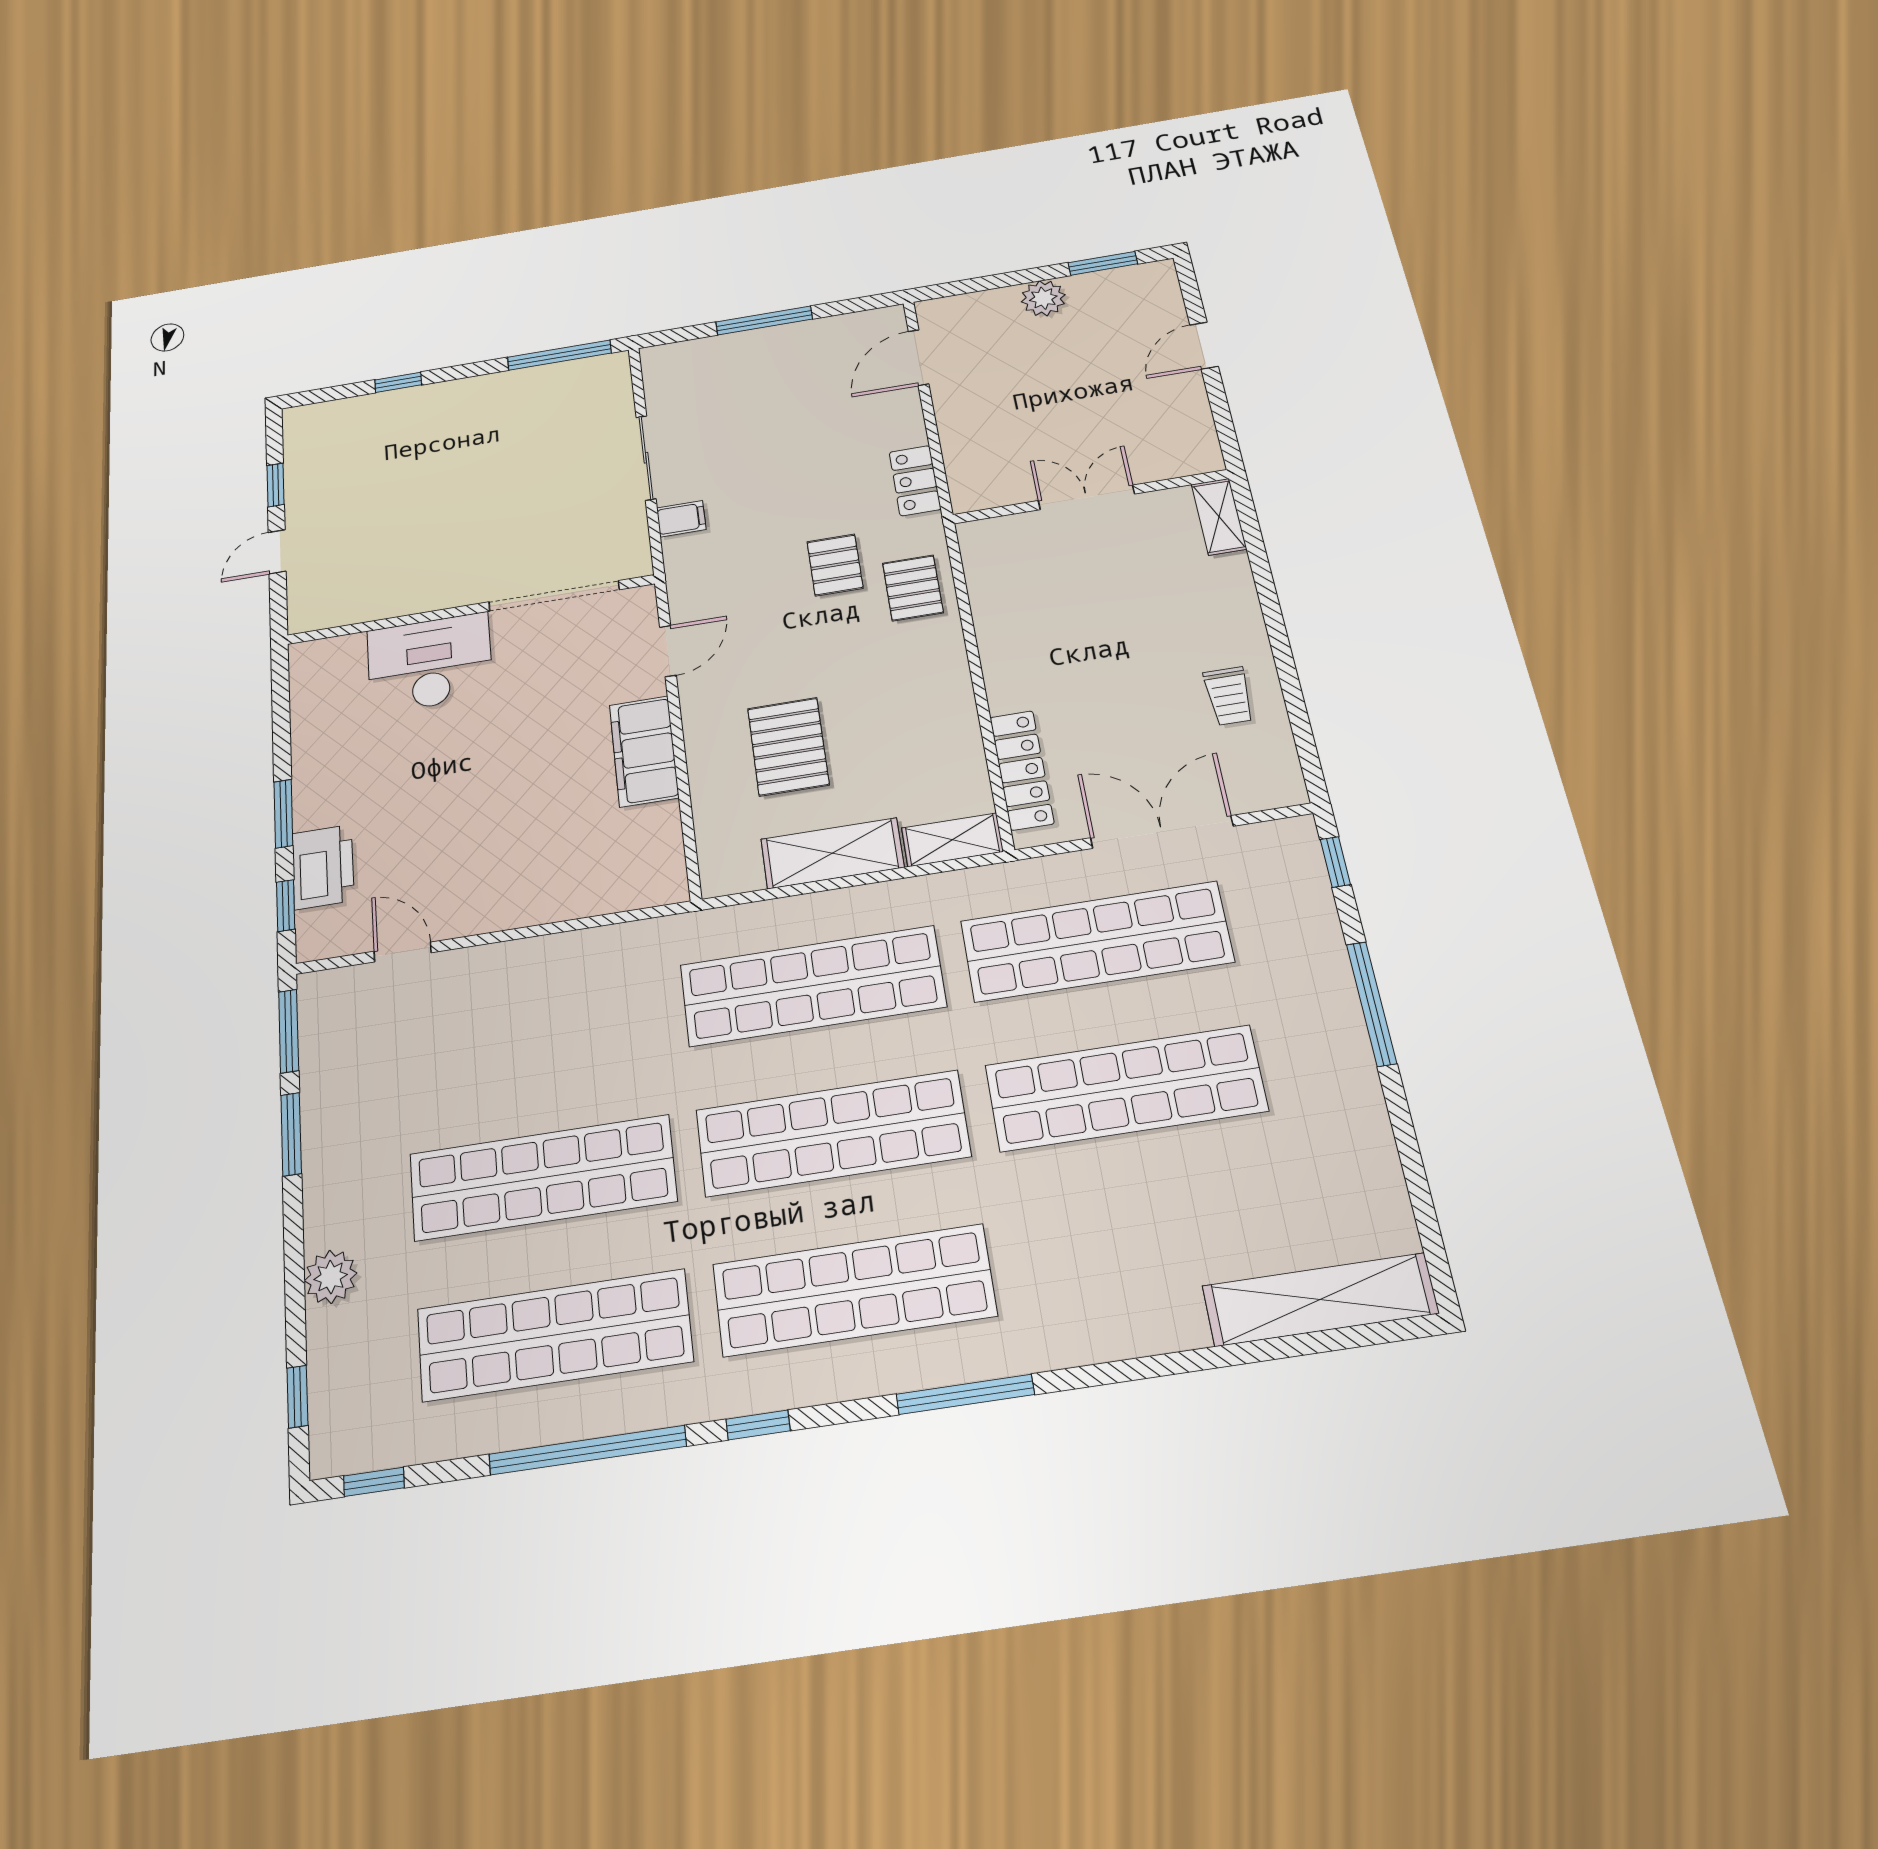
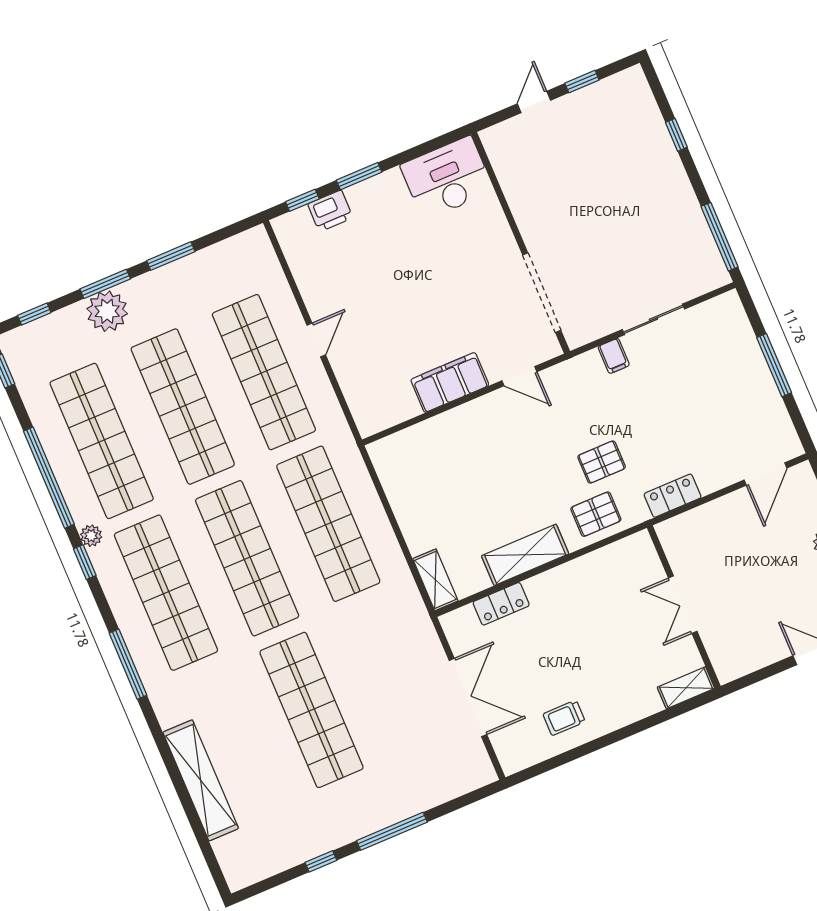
door: (919, 358) -> (765, 474), swing flipped
double door: (1086, 497) -> (683, 605), swing flipped
door: (277, 552) -> (534, 102), hinge flipped
desk: (430, 663) -> (447, 178), moved, turned -90
pallet: (788, 747) -> (473, 468), removed
locker: (1022, 770) -> (501, 604), width x0.66
shelving: (832, 853) -> (525, 555), moved, turned 90
window: (1335, 862) -> (321, 861), moved
printer: (323, 867) -> (330, 211), width x0.73, depth x0.84
shop shelf: (1096, 941) -> (264, 372), moved
door: (403, 952) -> (316, 340), moved
window: (289, 1031) -> (105, 284), moved
plant: (331, 1277) -> (107, 311), width x1.36, depth x1.36
shelving: (1320, 1300) -> (201, 780), moved
plant: (714, 1400) -> (91, 536), added

